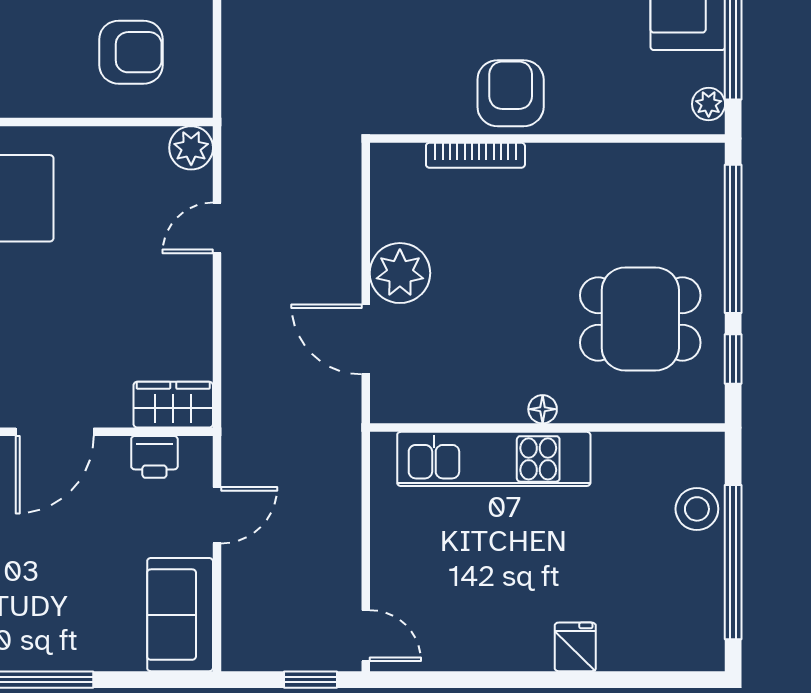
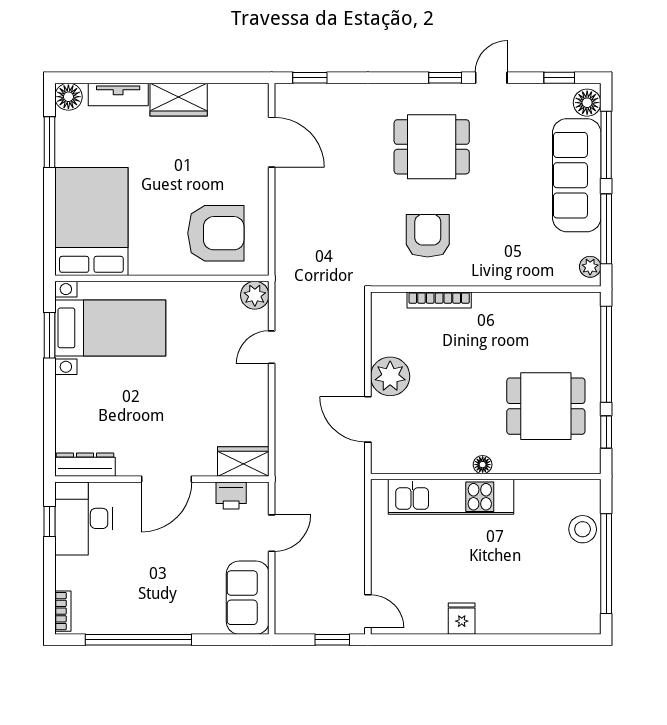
armchair: (131, 52) -> (216, 233), width x1.36, depth x1.36
armchair: (511, 93) -> (428, 236), moved
fridge: (575, 647) -> (462, 619), moved

